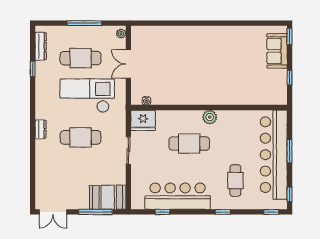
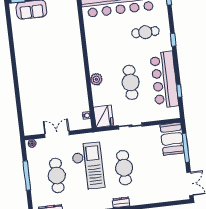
double door: (128, 64) -> (57, 134), swing flipped
checkout: (87, 96) -> (88, 166), turned 180
plant: (210, 117) -> (96, 79), moved
cafe table: (189, 144) -> (131, 82), moved

